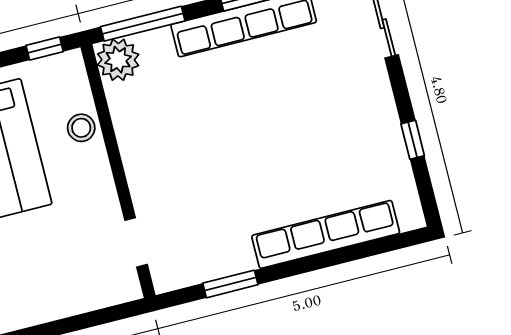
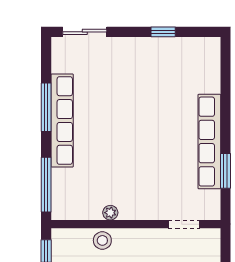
plant: (118, 60) -> (110, 213), moved, width x0.53, depth x0.53
row of seats: (326, 234) -> (209, 142), moved

